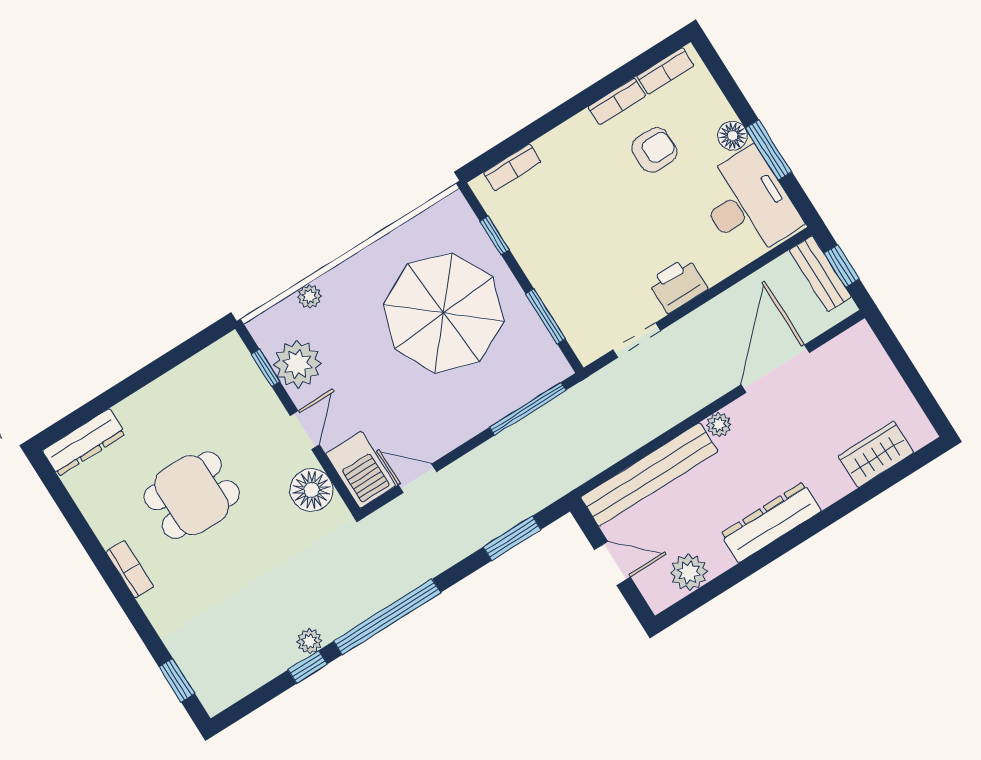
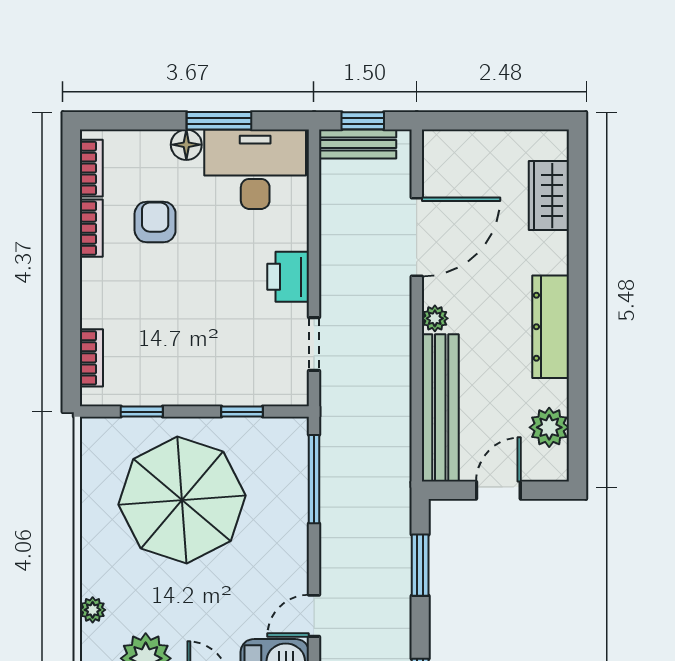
window: (545, 316) -> (242, 412), width x0.67
door: (775, 369) -> (417, 237), swing flipped

